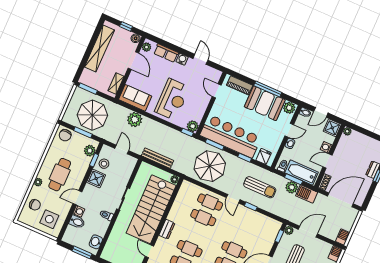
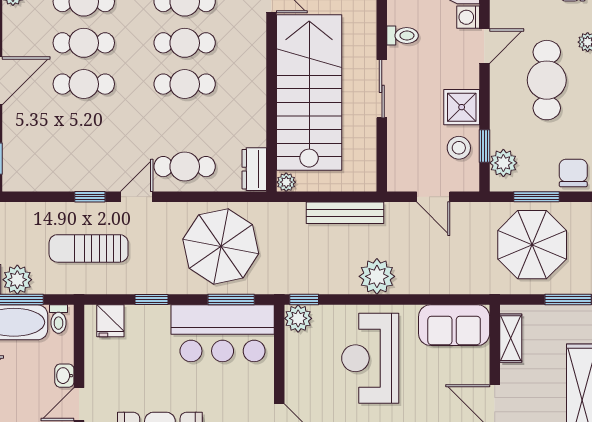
plant: (135, 120) -> (377, 276), moved
bar counter: (231, 136) -> (223, 333), width x0.73
door: (233, 199) -> (137, 197), hinge flipped
cafe table: (203, 218) -> (185, 84), moved
dresser: (167, 229) -> (254, 169), moved

